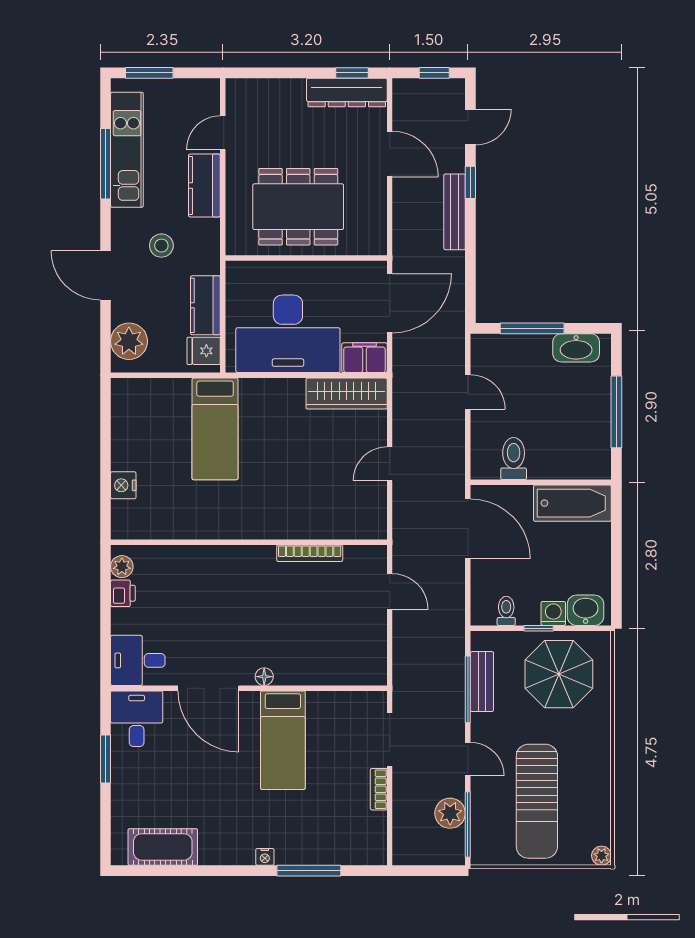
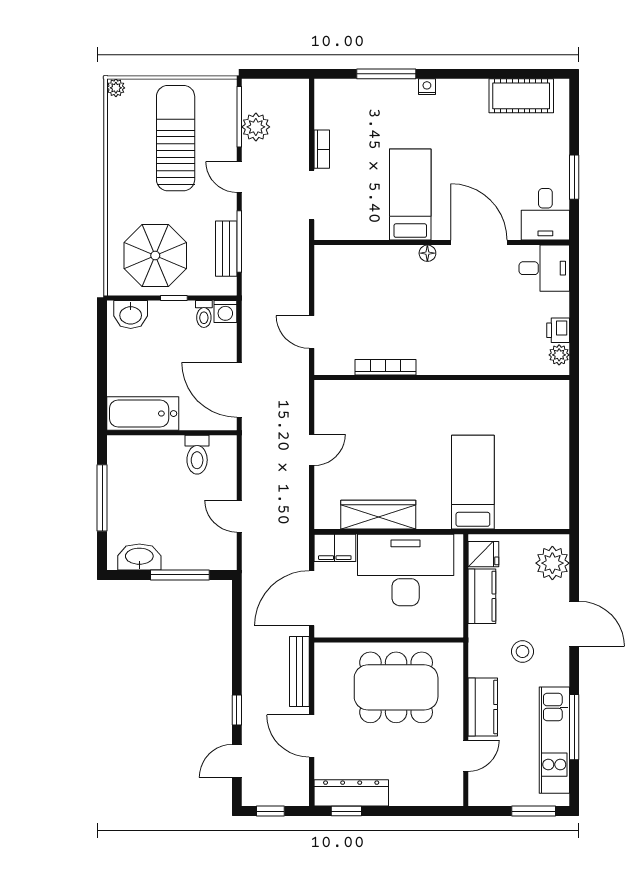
bench: (455, 212) -> (299, 671), moved
wardrobe: (347, 394) -> (378, 515), moved
nightstand: (123, 485) -> (558, 430), removed
washing machine: (553, 613) -> (225, 312), moved

